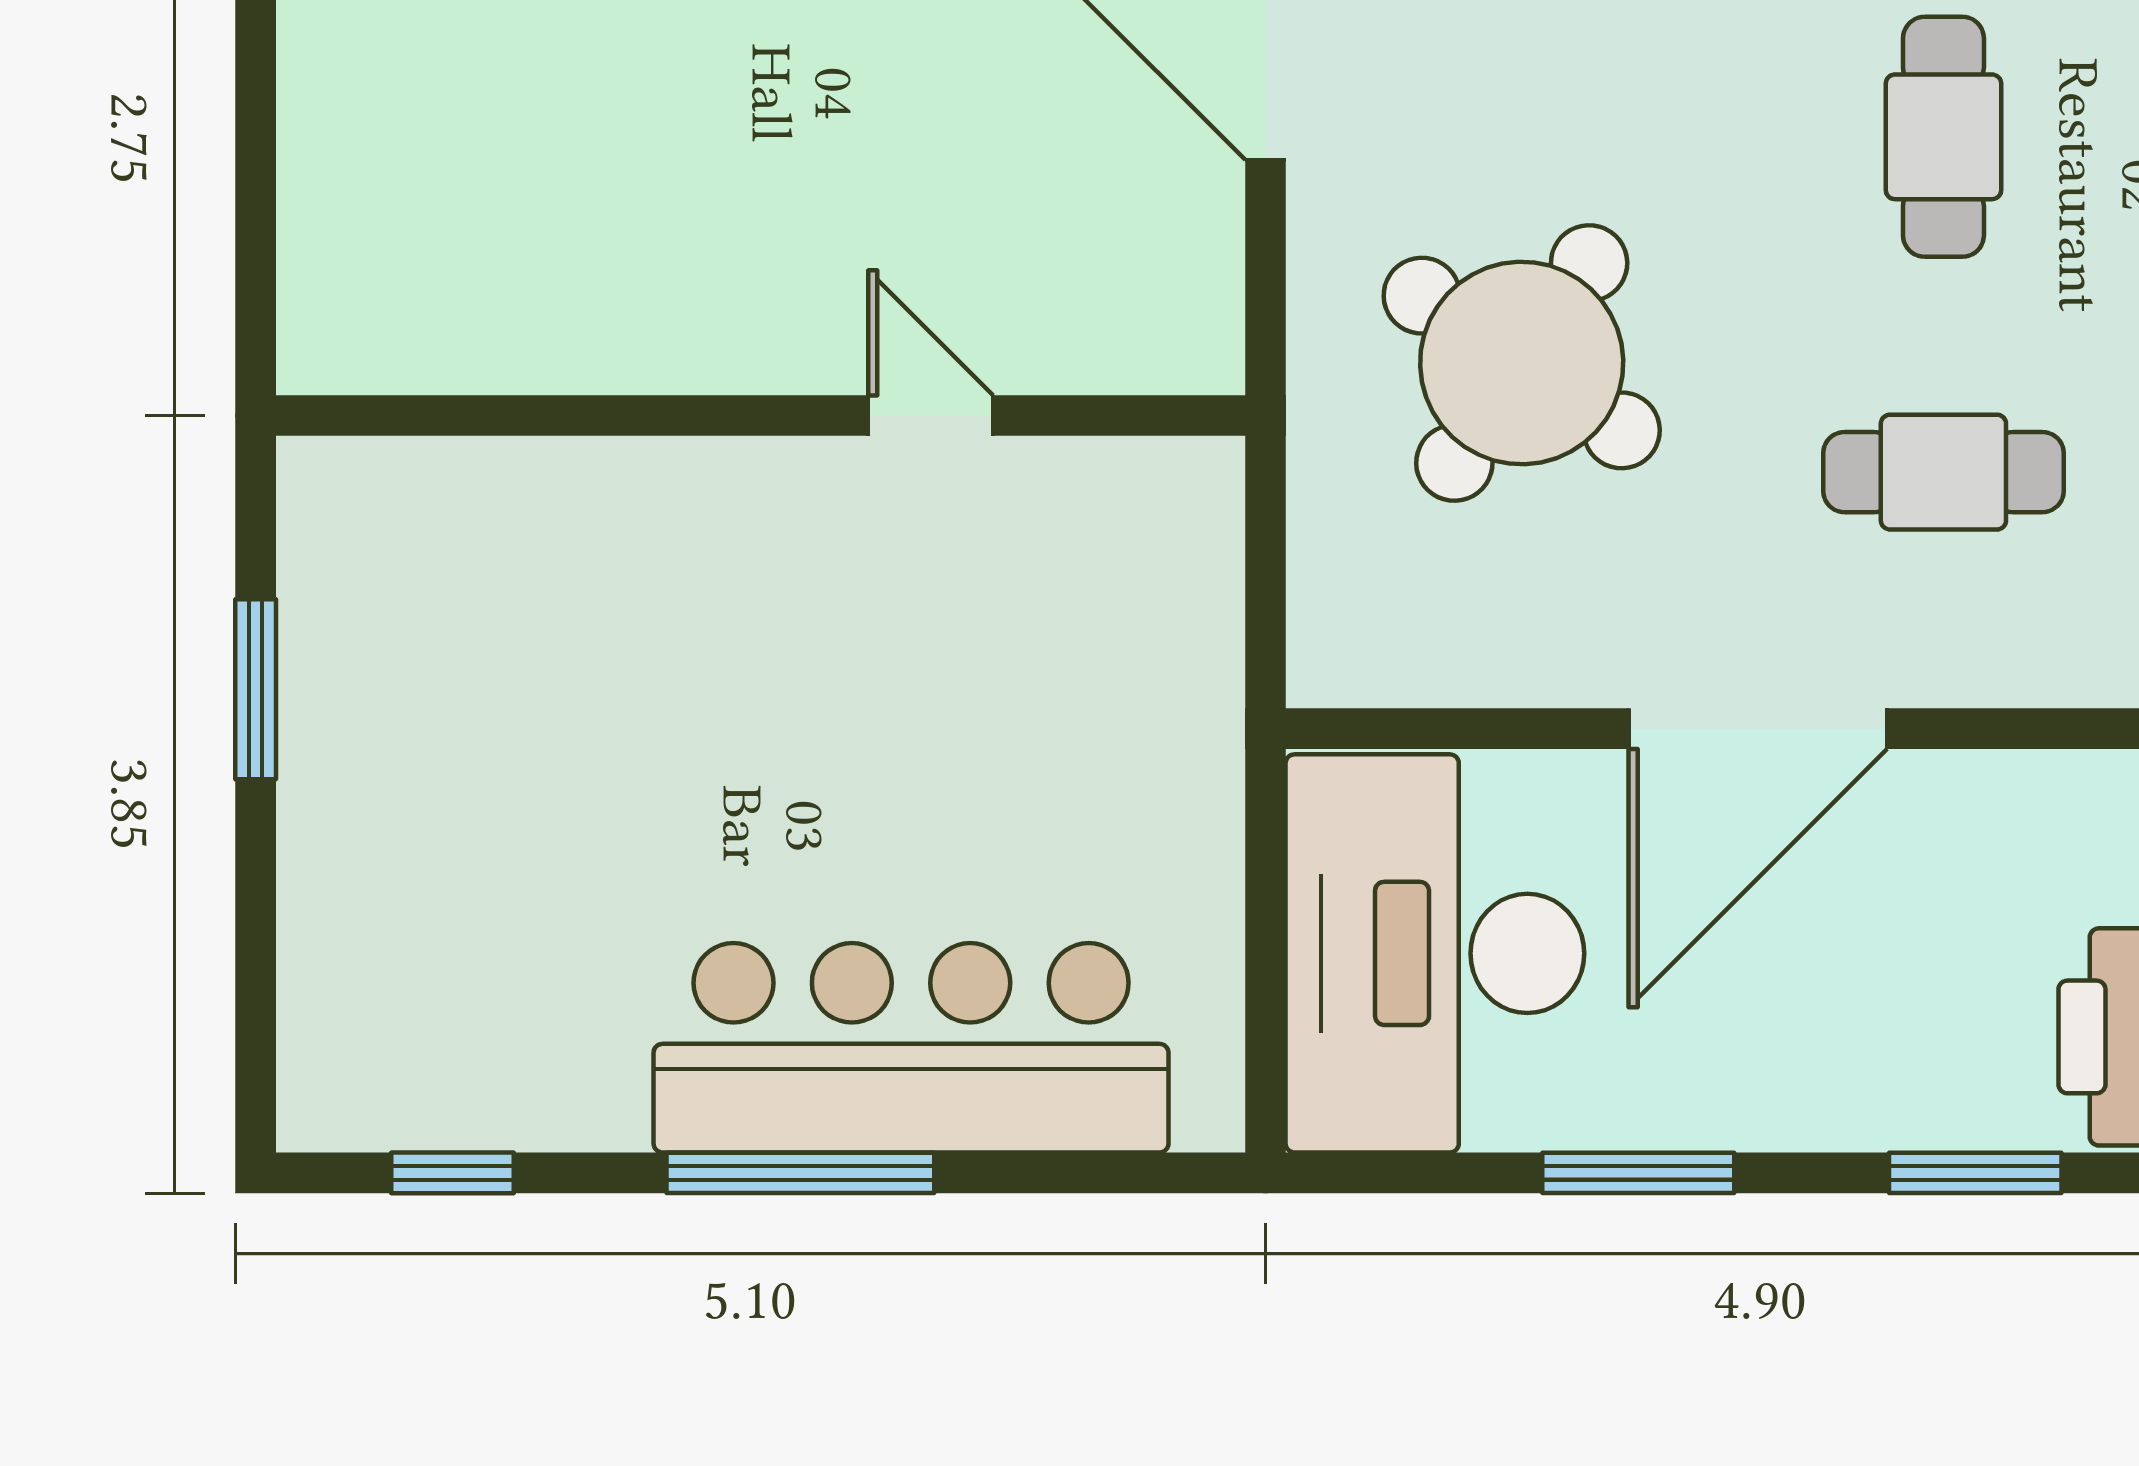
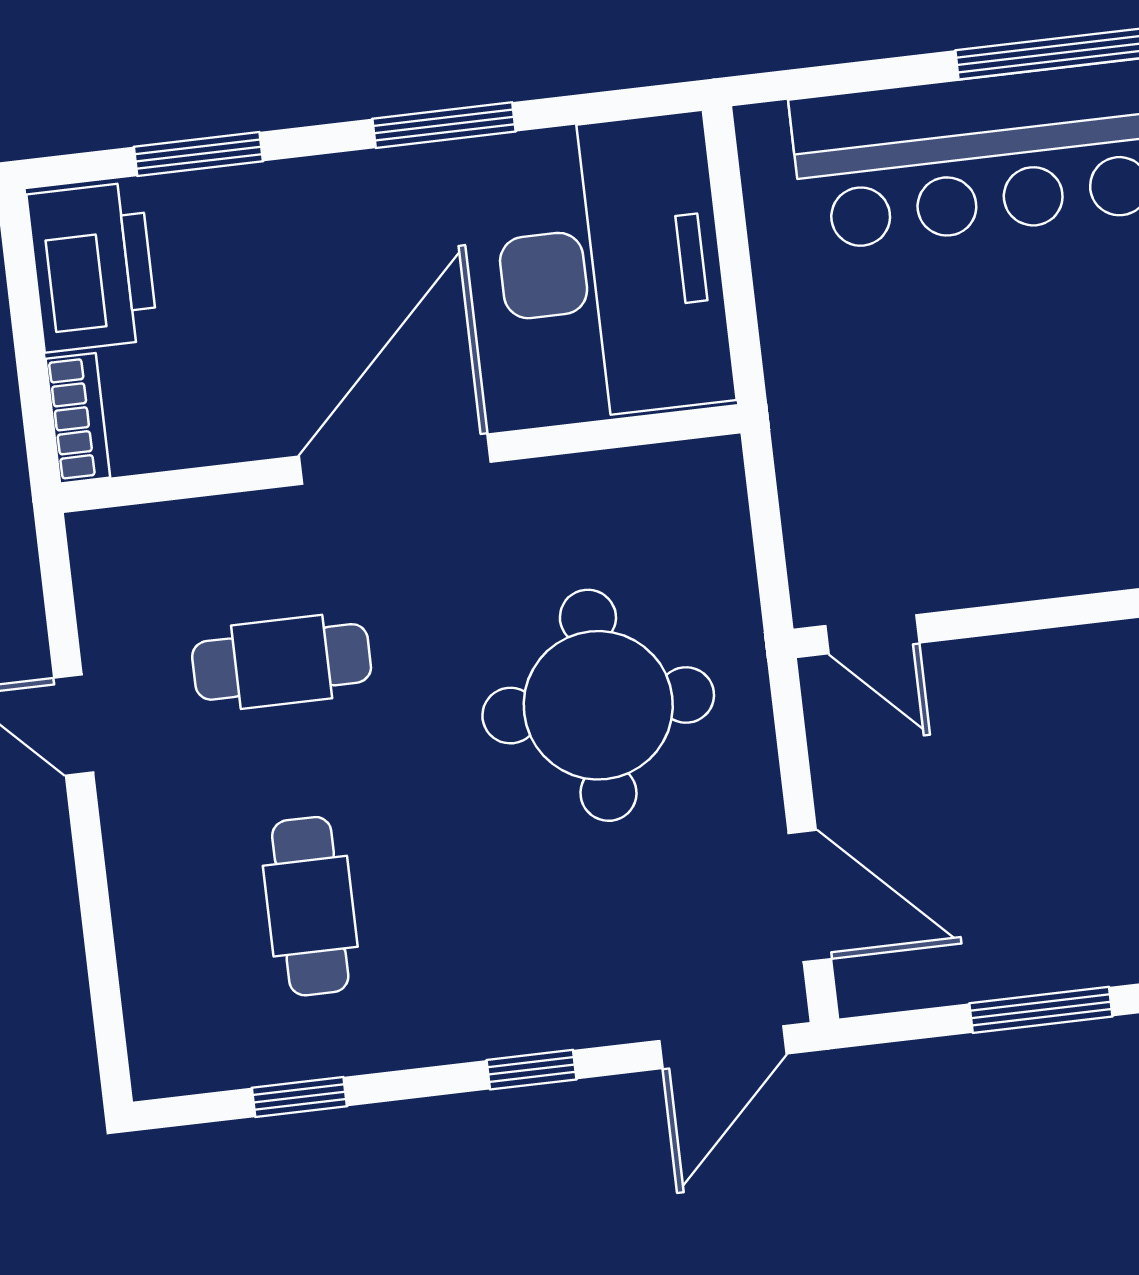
round table: (1522, 363) -> (598, 705), turned -34
door: (931, 416) -> (872, 634), moved

